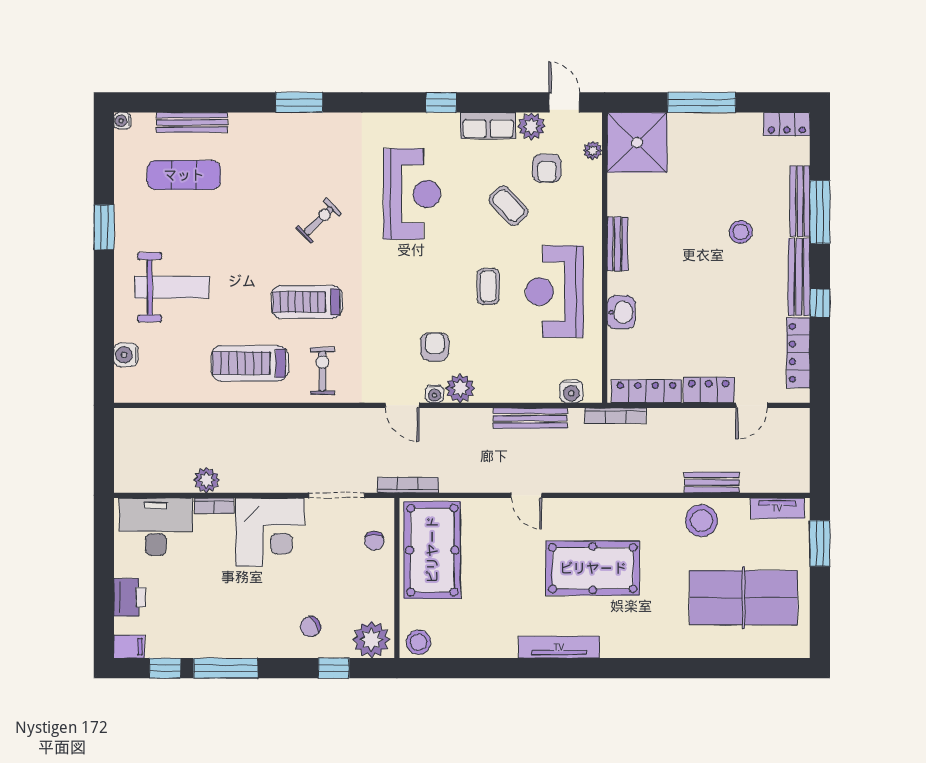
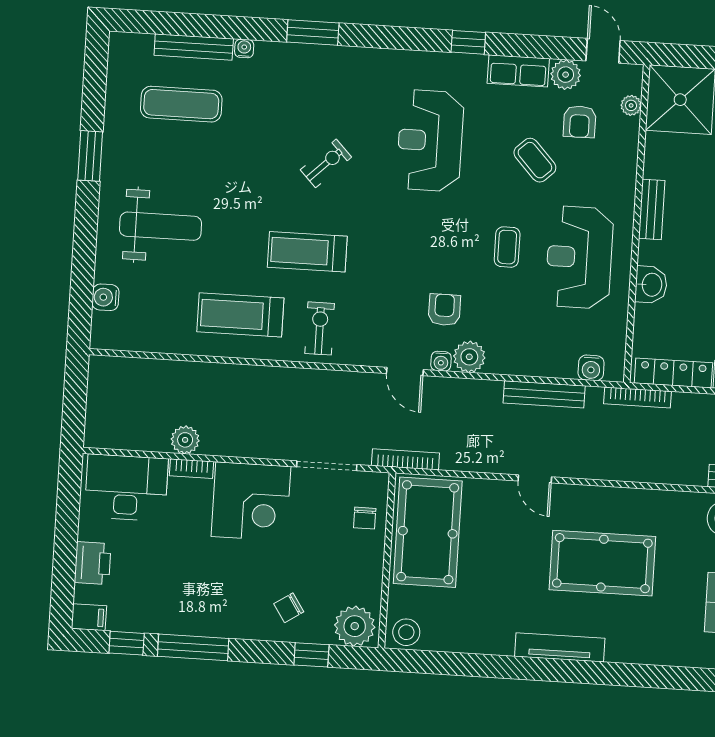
water cooler: (122, 121) -> (244, 48), moved, turned 90
reception desk: (412, 194) -> (430, 141), turned 180

